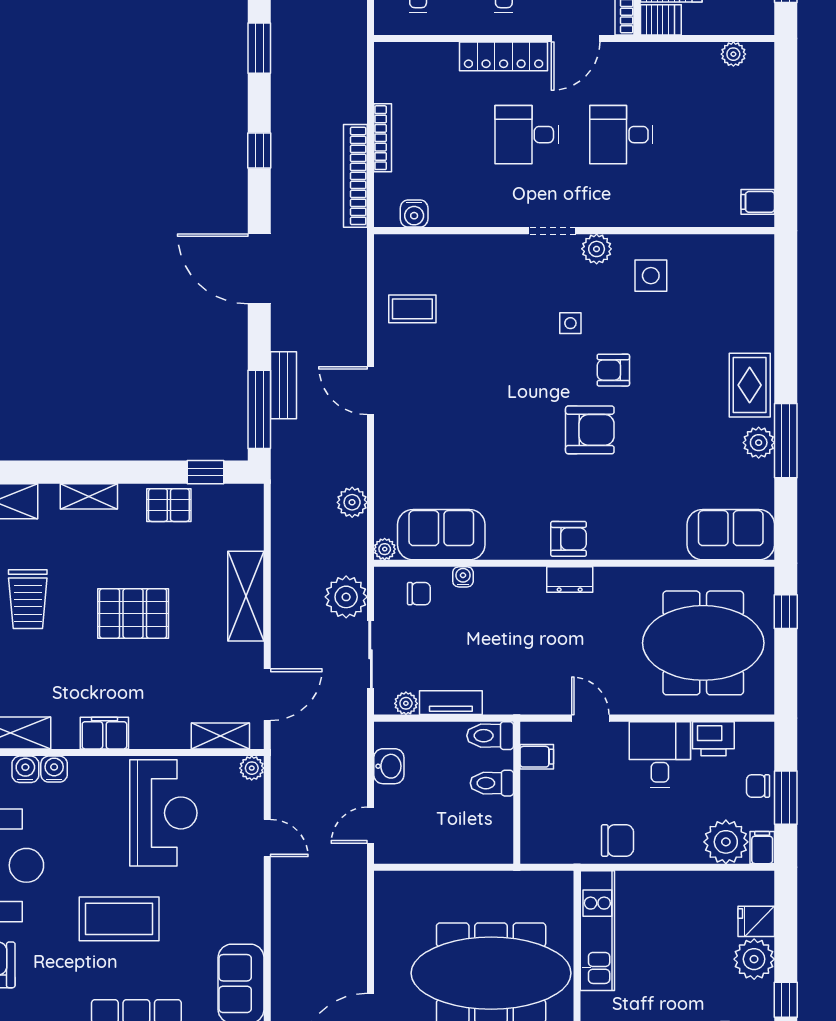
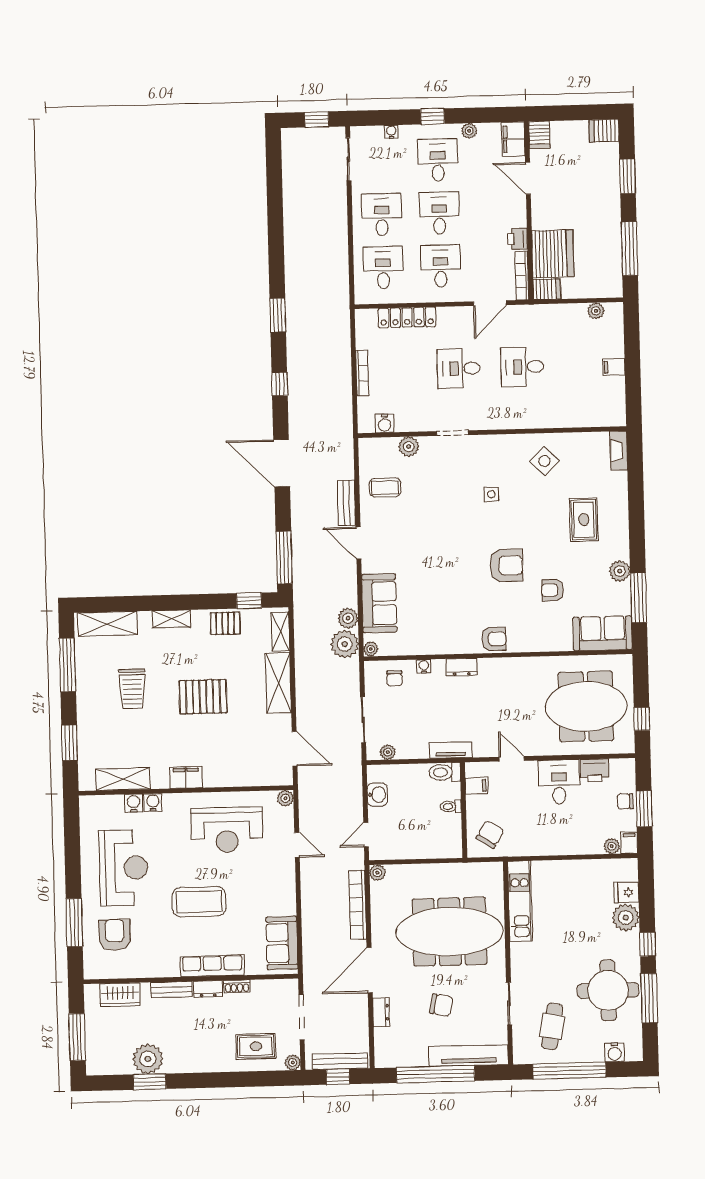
locker: (504, 56) -> (407, 317), moved
bookcase: (355, 176) -> (358, 905), moved
filing cabinet: (758, 202) -> (614, 367), moved
doorway: (552, 231) -> (452, 433), moved
plant: (597, 249) -> (409, 447), moved
fireplace: (762, 263) -> (619, 451), added
side table: (651, 276) -> (544, 461), turned 45
armchair: (613, 370) -> (553, 590), moved
bench: (284, 385) -> (346, 503), moved
rug: (750, 385) -> (584, 520), moved
window: (786, 441) -> (639, 598), moved
sofa: (441, 535) -> (379, 603), moved, turned 90
dresser: (570, 580) -> (462, 667), moved
chair: (419, 594) -> (394, 678), turned 90
plant: (346, 597) -> (345, 644), moved
window: (786, 612) -> (642, 719), moved
door: (267, 695) -> (295, 749), hinge flipped
tv unit: (451, 703) -> (451, 750), moved
shelving: (220, 736) -> (280, 632), moved, turned 90
toilet: (492, 783) -> (451, 806), width x0.73, depth x0.72
reception desk: (163, 813) -> (227, 830), turned 90
chair: (617, 841) -> (490, 834), moved, turned -58
plant: (726, 842) -> (612, 846), width x0.53, depth x0.53
plant: (386, 883) -> (377, 873), added

